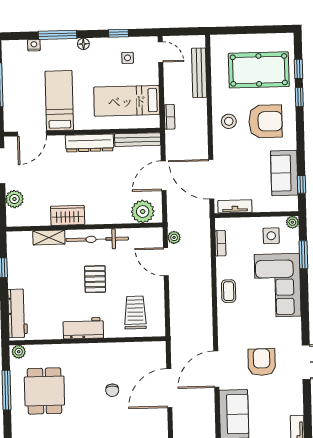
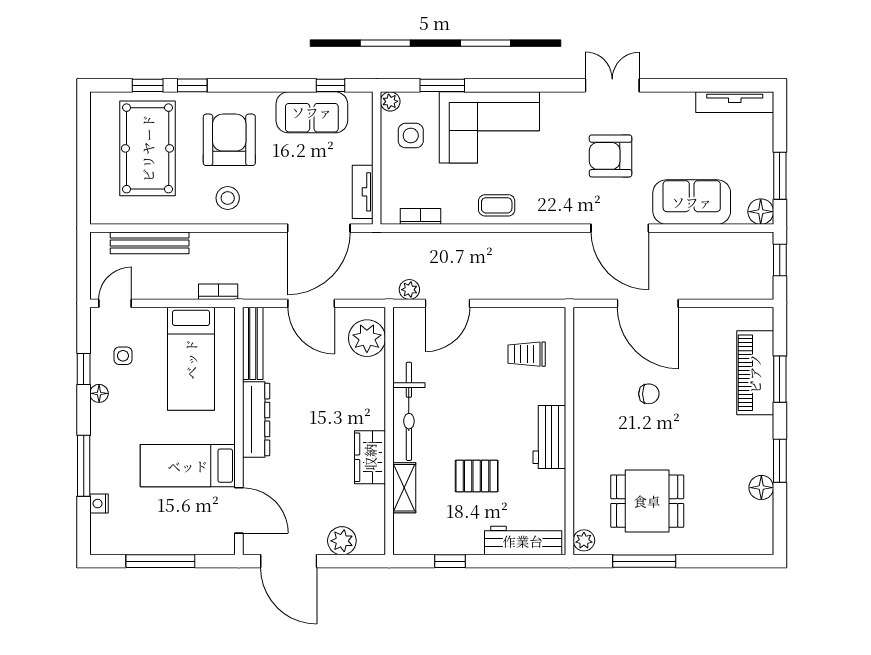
floor lamp: (83, 44) -> (99, 393), moved
pallet: (95, 279) -> (477, 476), moved
trolley: (135, 312) -> (527, 354), width x0.73, depth x0.72

